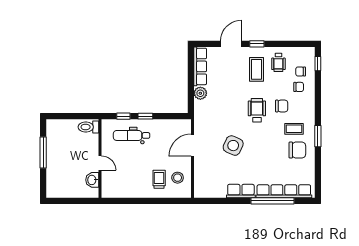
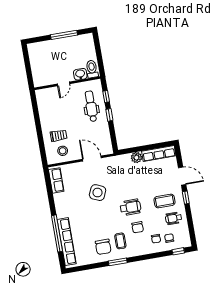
washbasin: (92, 180) -> (80, 74), moved
row of seats: (241, 191) -> (56, 180), moved

